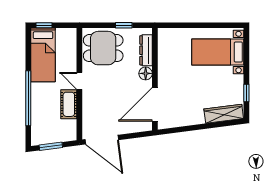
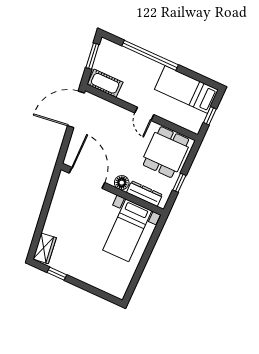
window: (44, 25) -> (210, 116), moved
bed with nightstands: (218, 52) -> (127, 230), moved, turned 180
door: (79, 81) -> (144, 114), swing flipped
cot: (69, 104) -> (105, 83), moved
wardrobe: (224, 114) -> (45, 248), width x0.67

